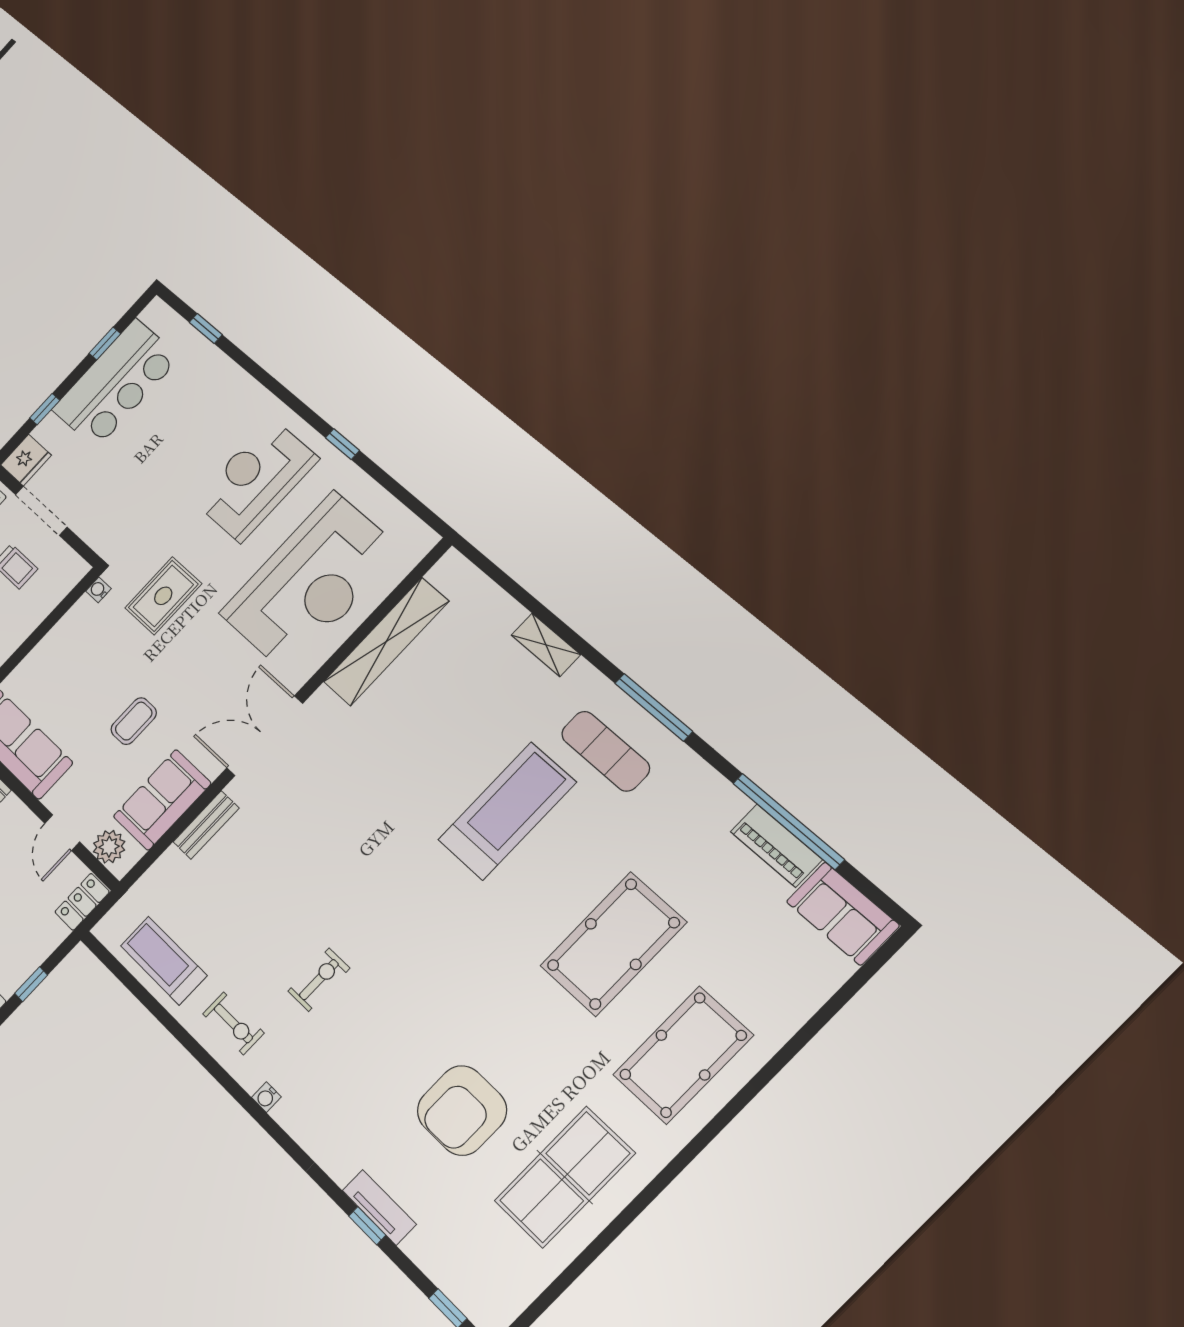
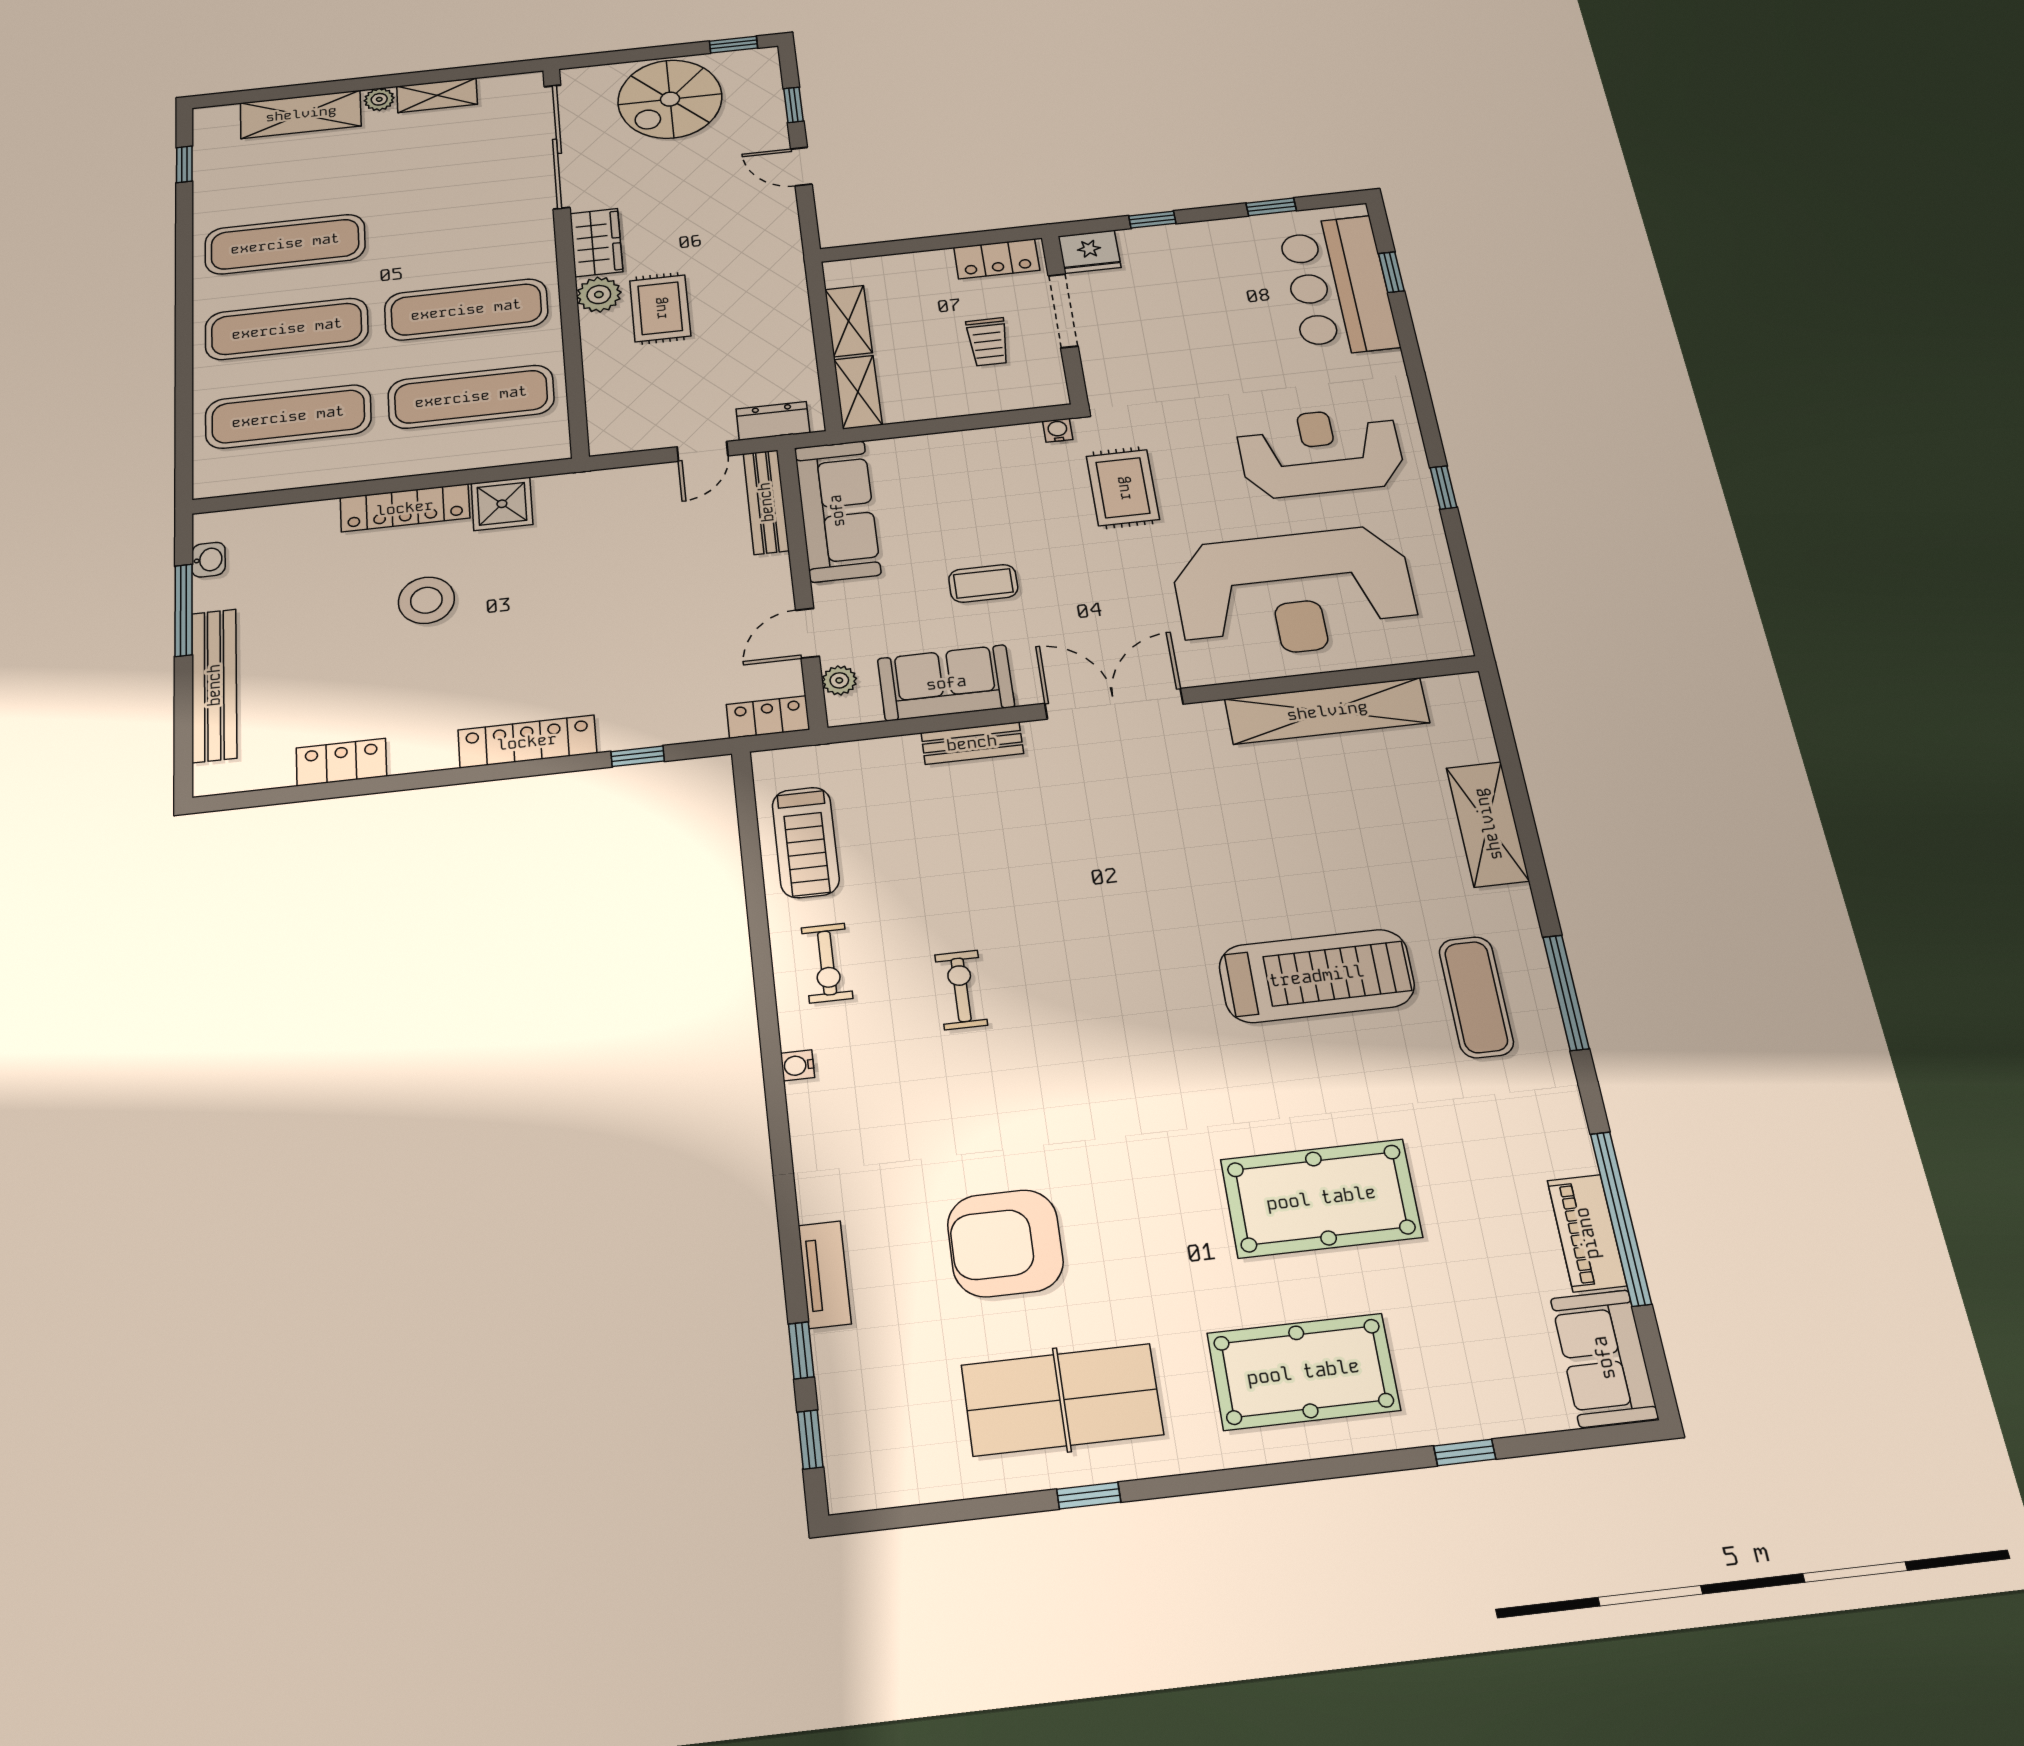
bar counter: (116, 383) -> (1338, 286), moved, turned 90
rug: (163, 596) -> (1123, 488), turned 90
shelving: (546, 645) -> (1488, 824), width x1.50, depth x1.33
plant: (109, 847) -> (839, 680), width x0.73, depth x0.73
treadmill: (164, 961) -> (806, 842), turned 180
exercise bike: (319, 980) -> (961, 990), turned -90
window: (808, 1032) -> (1465, 1452), added
window: (623, 1221) -> (1089, 1496), added
window: (367, 1226) -> (801, 1350), moved

